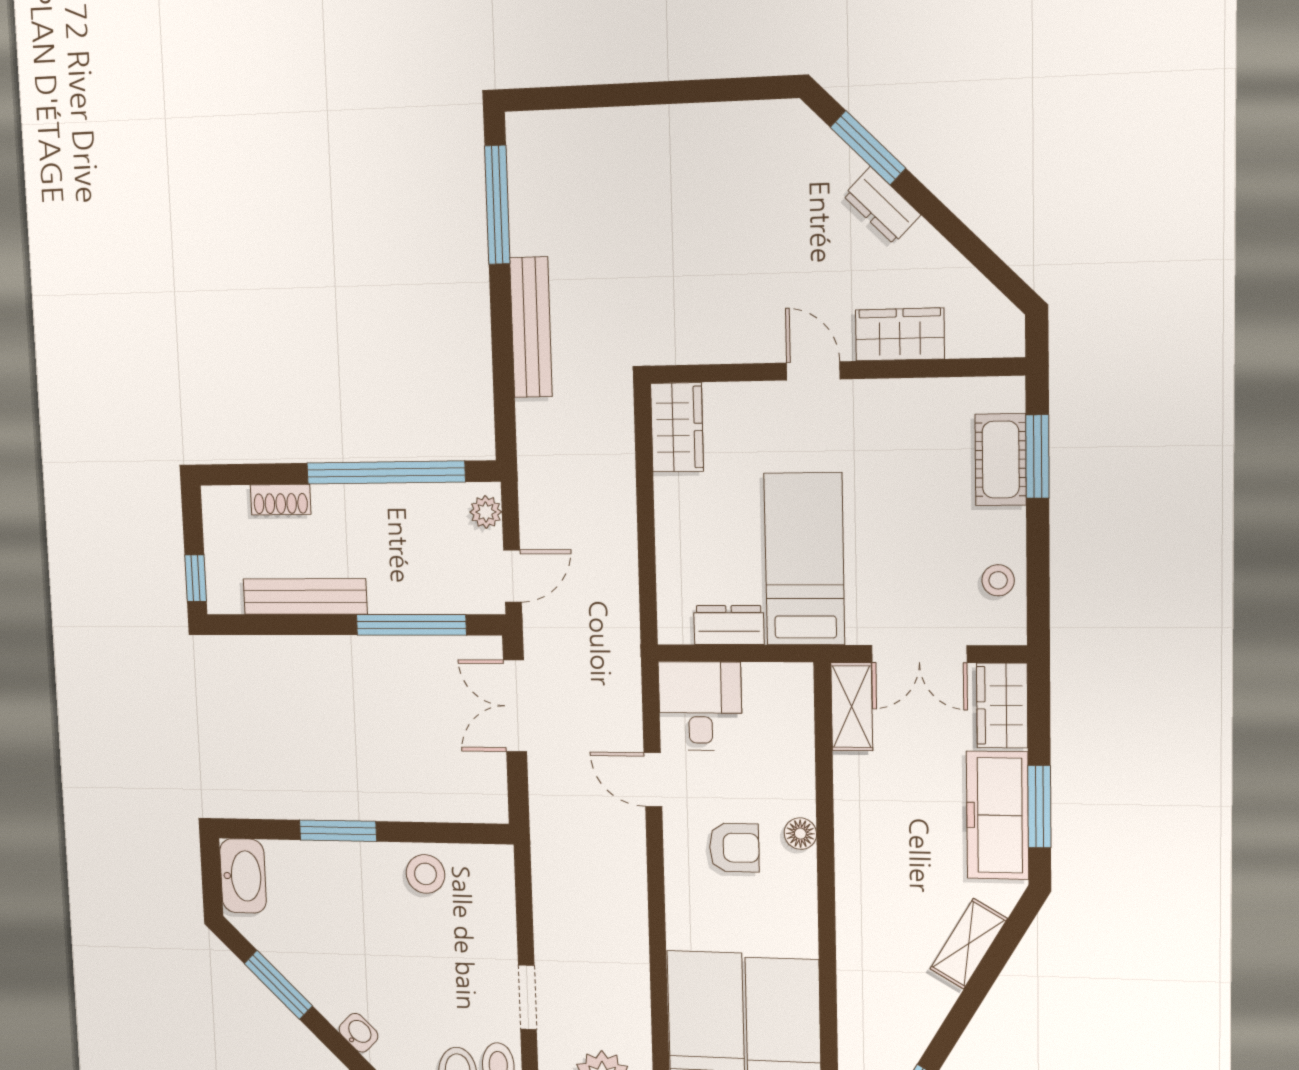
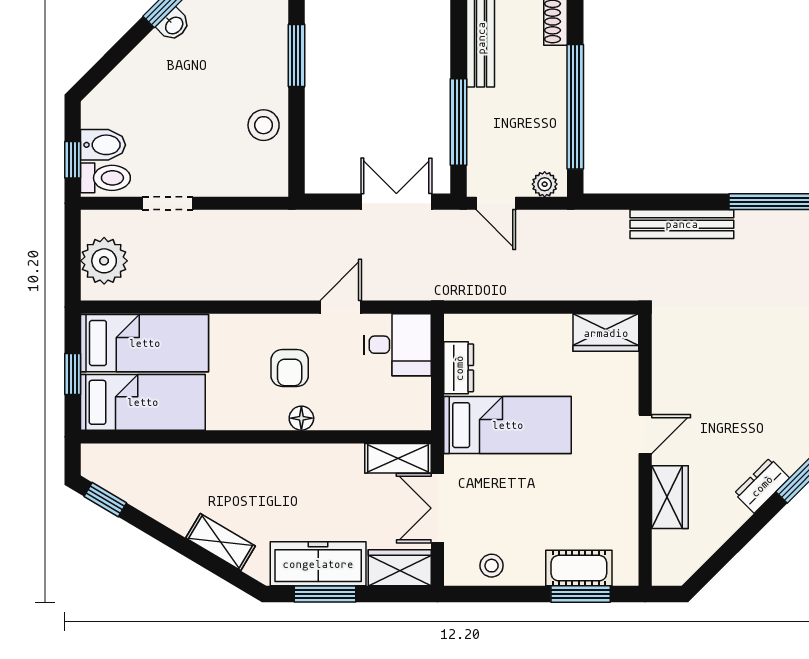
washbasin: (358, 1033) -> (174, 25), moved

